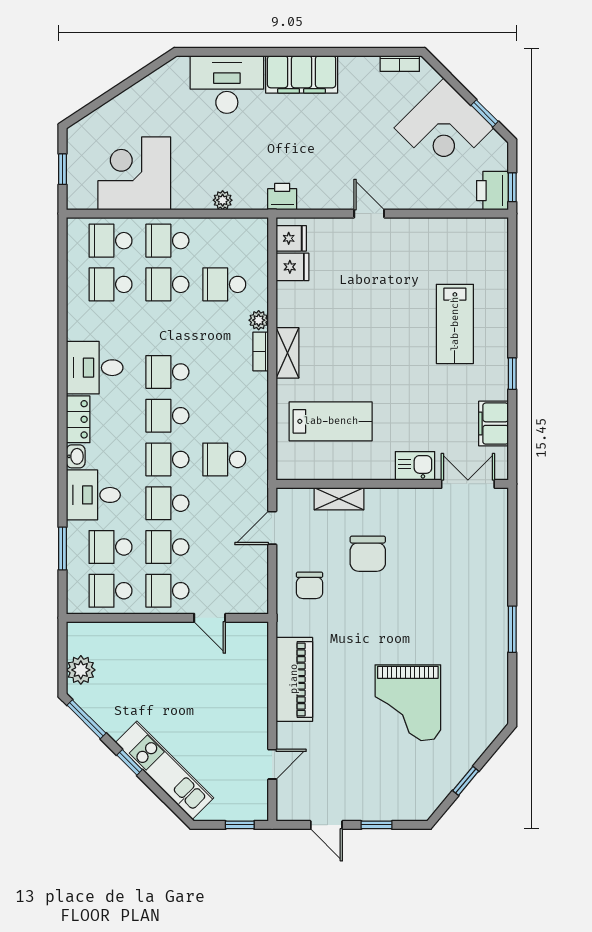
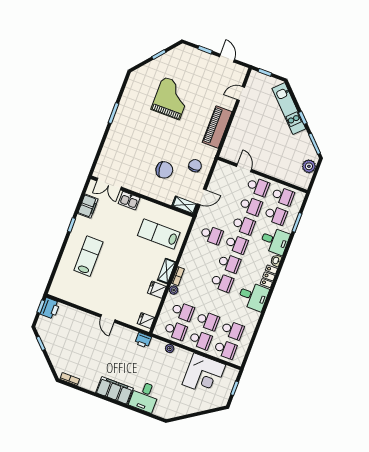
desk: (227, 85) -> (144, 397), width x0.73
corner desk: (444, 128) -> (61, 344), removed
school desk: (224, 241) -> (176, 330), added
fridge: (292, 267) -> (157, 290), moved
shelving: (339, 499) -> (185, 205), moved
chair: (368, 554) -> (164, 170), turned 82

